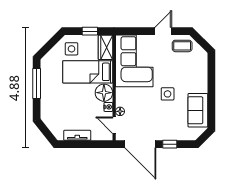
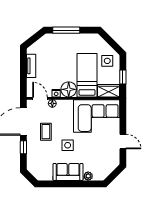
coffee table: (182, 46) -> (46, 132), moved
plant: (203, 70) -> (88, 176), added
window: (37, 84) -> (66, 30), moved
sofa: (198, 110) -> (68, 172), moved
door: (114, 125) -> (40, 98), hinge flipped

